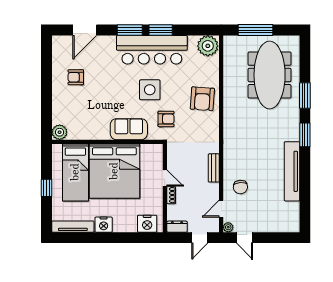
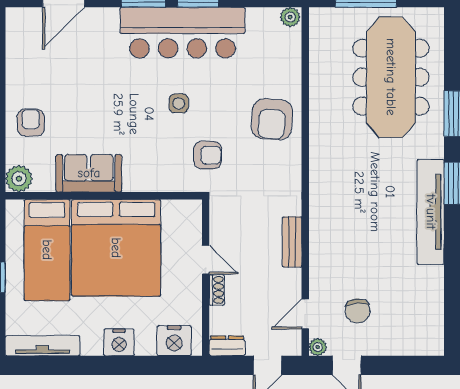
plant: (208, 46) -> (290, 17), width x0.53, depth x0.53
armchair: (76, 77) -> (31, 123), moved, turned 90
side table: (150, 90) -> (179, 103), width x0.54, depth x0.54
sofa: (129, 129) -> (89, 173), moved
tv unit: (292, 171) -> (431, 212), moved
chair: (240, 187) -> (358, 311), moved
nightstand: (104, 225) -> (119, 342), moved

